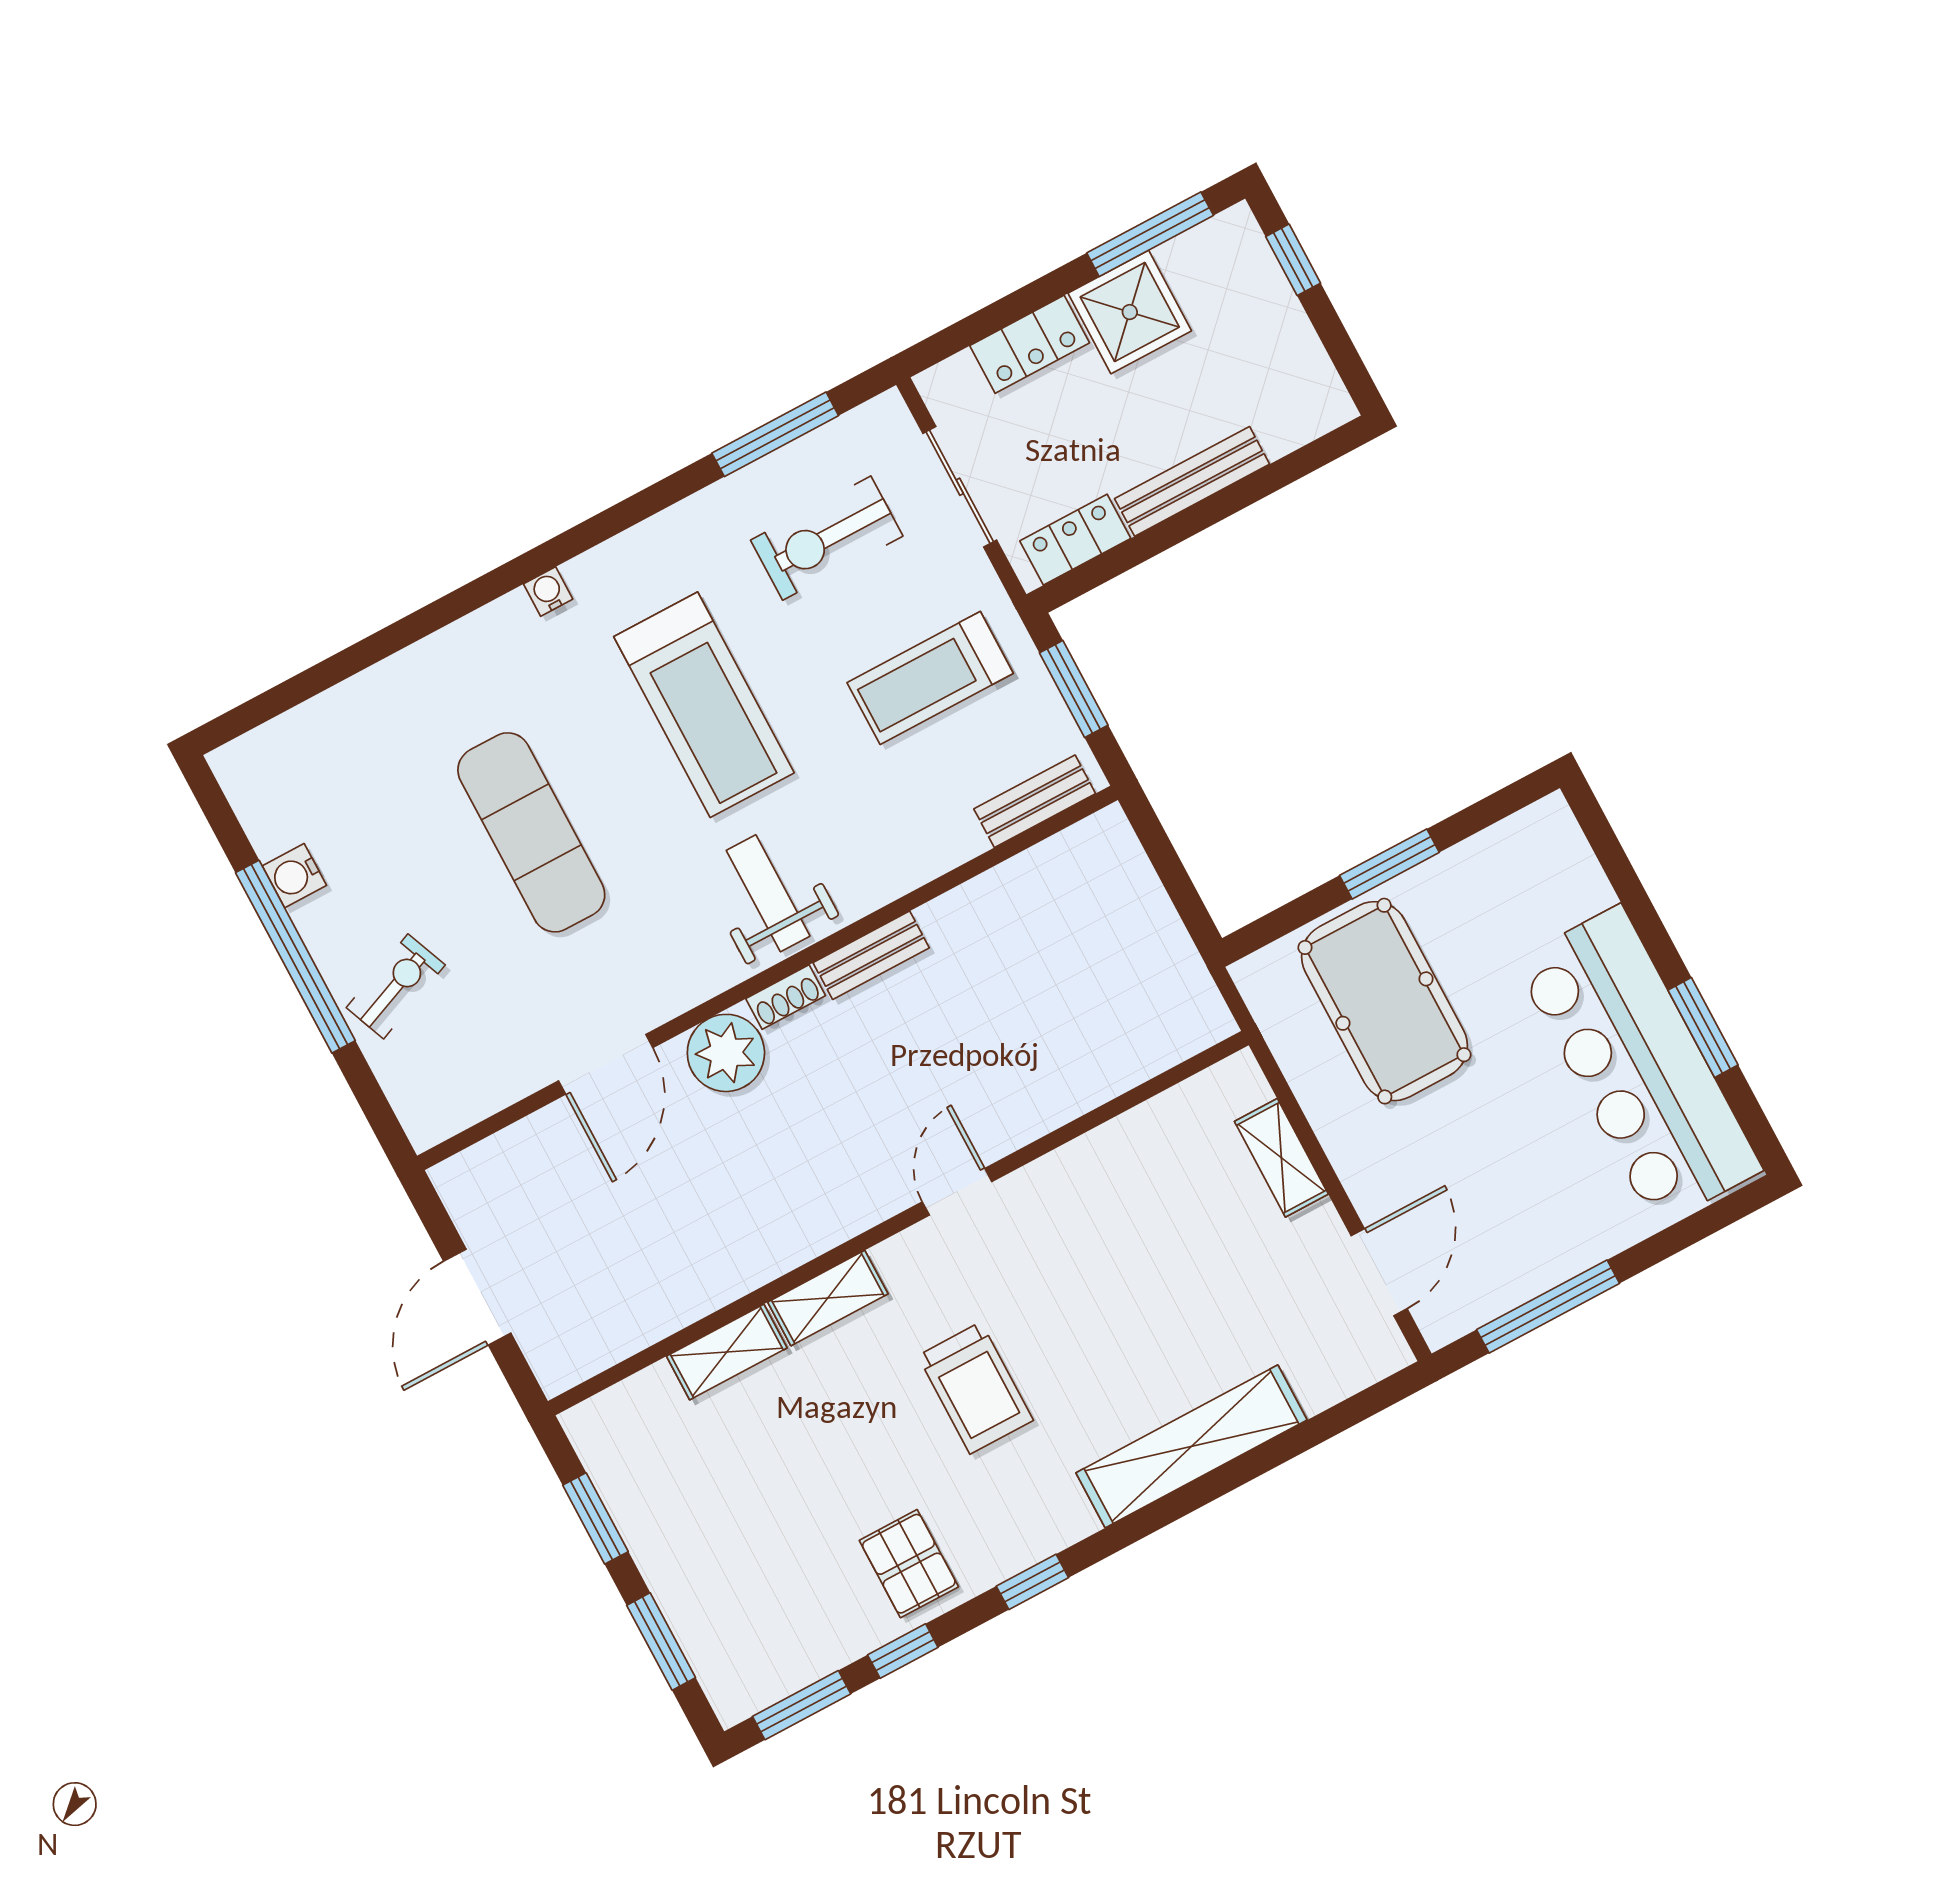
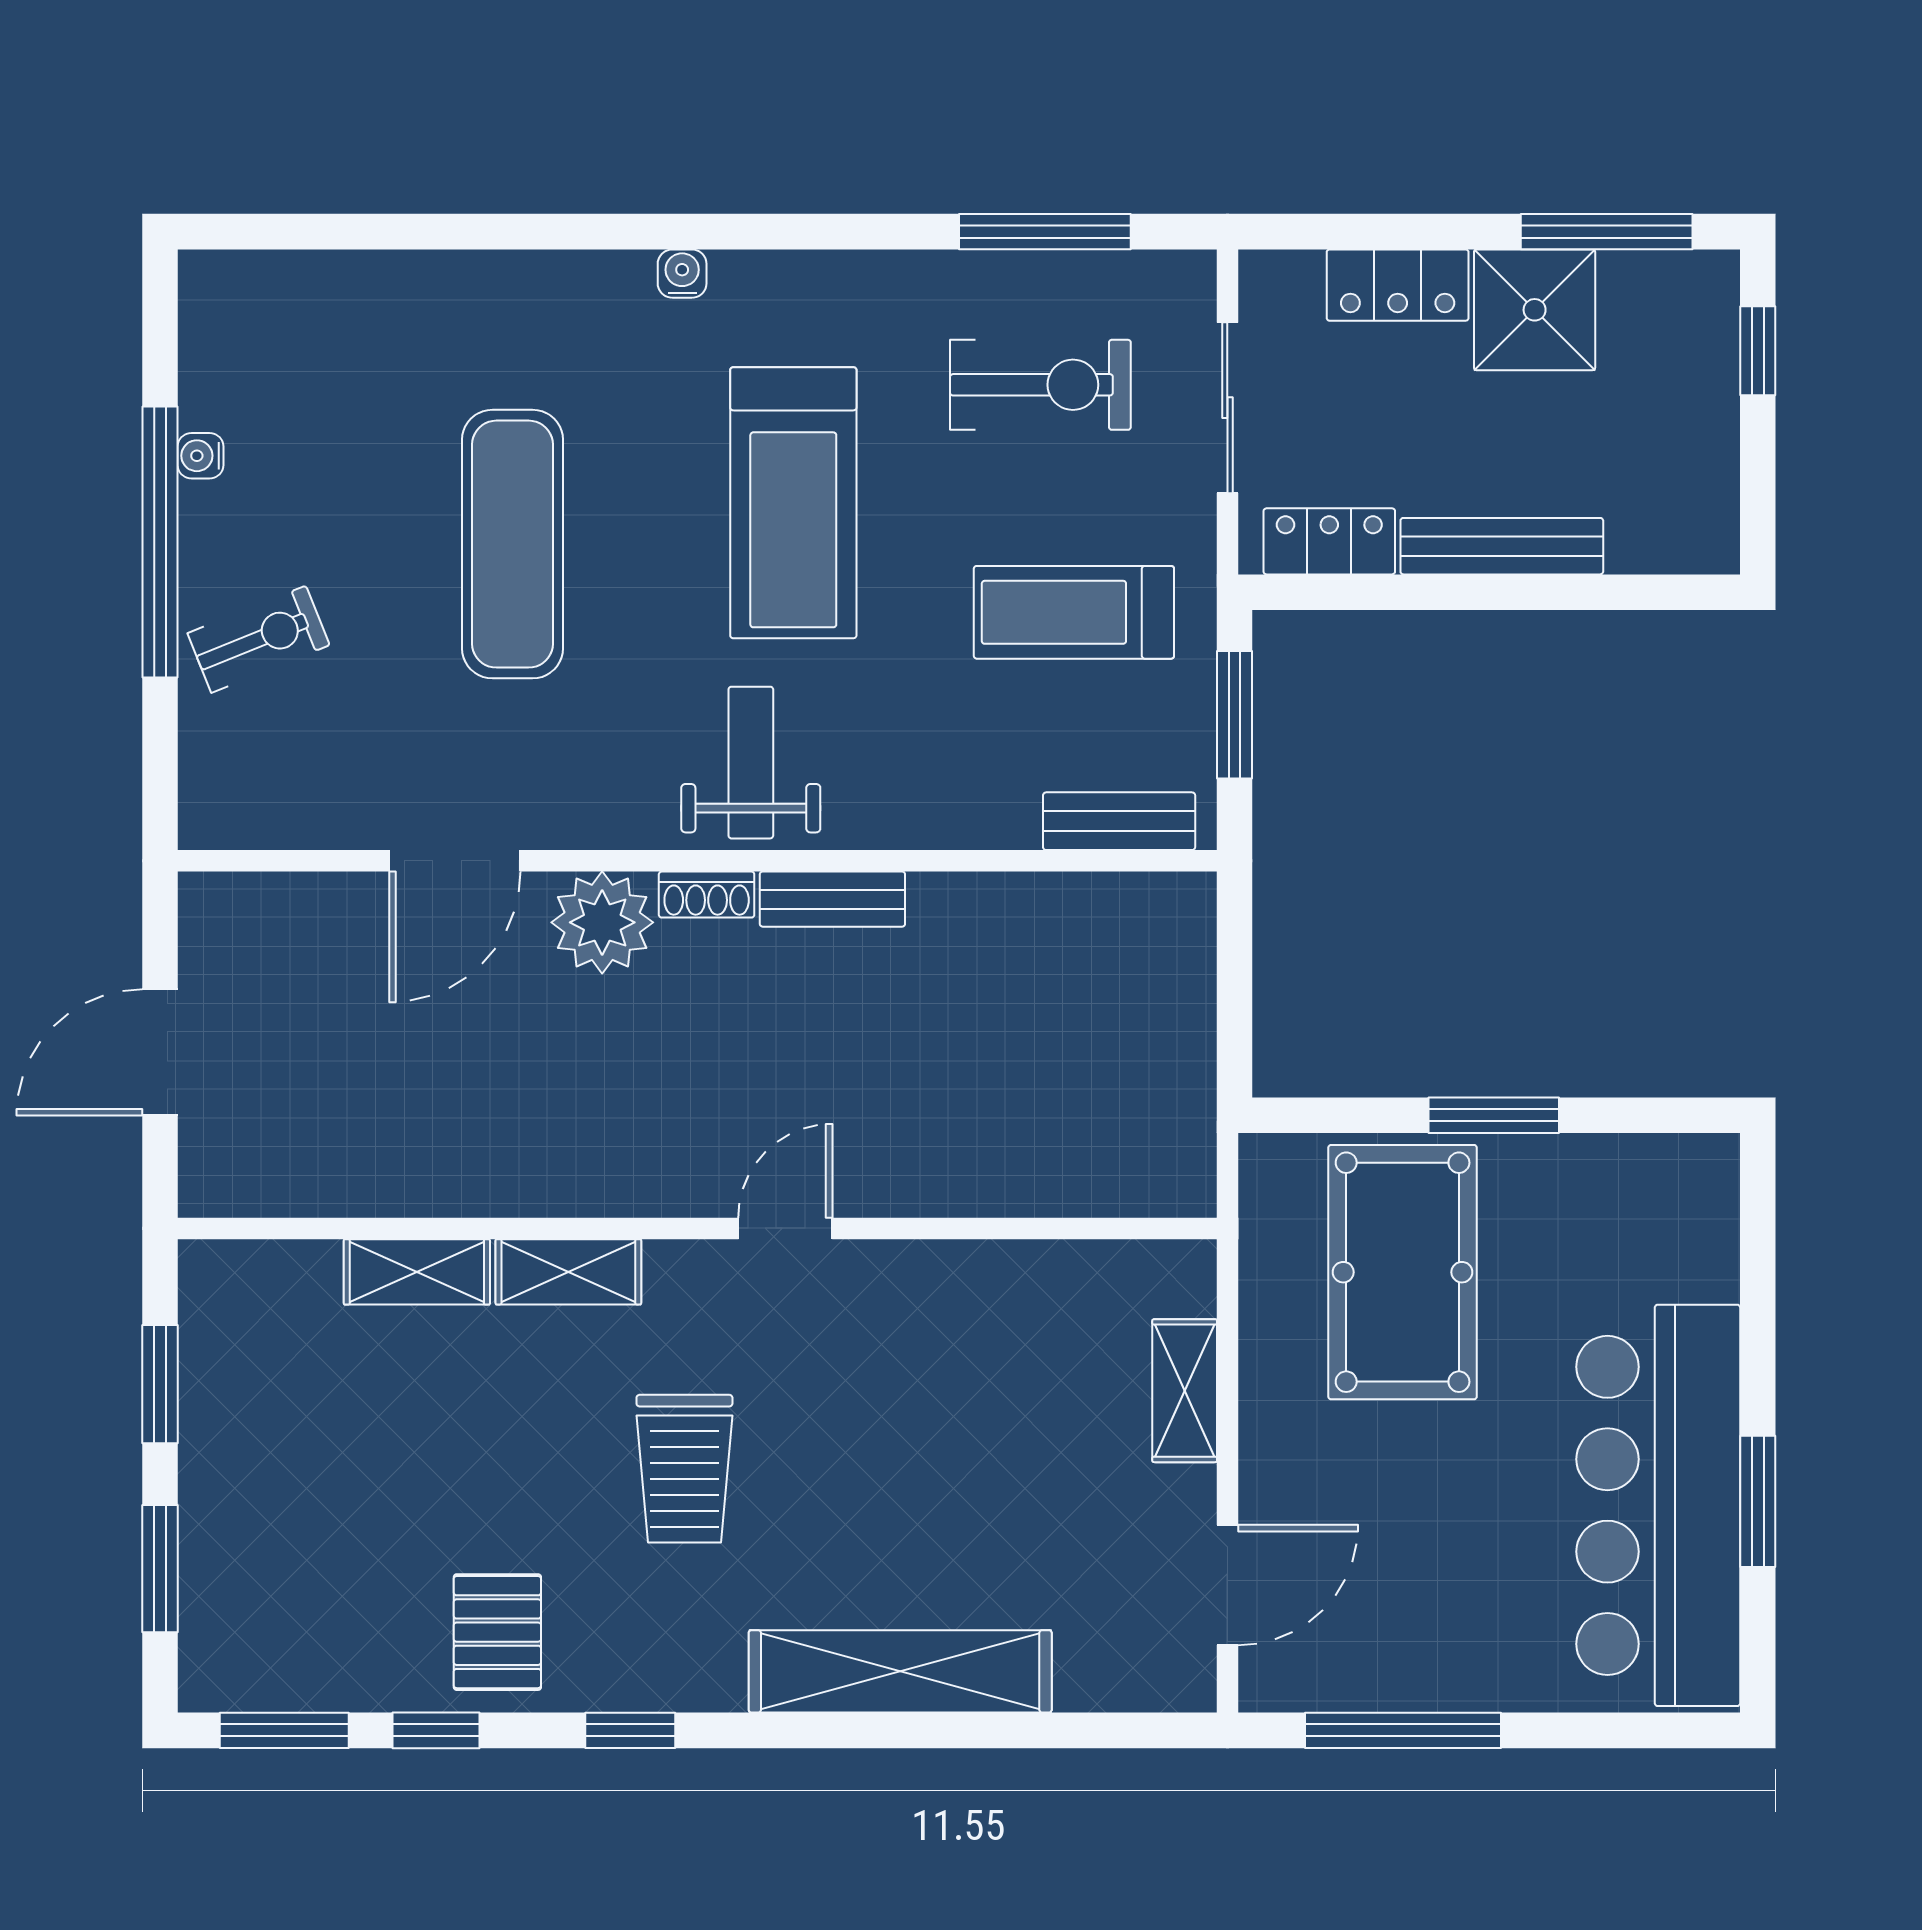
exercise bike: (827, 538) -> (1040, 385), turned 180
water cooler: (294, 876) -> (201, 456), width x0.72, depth x0.72

